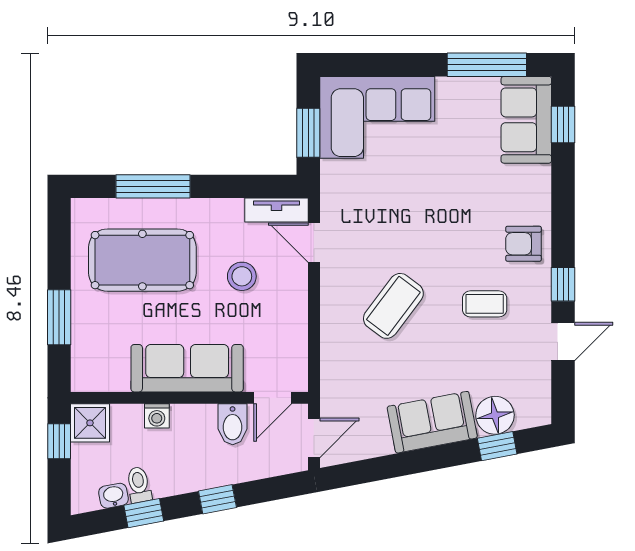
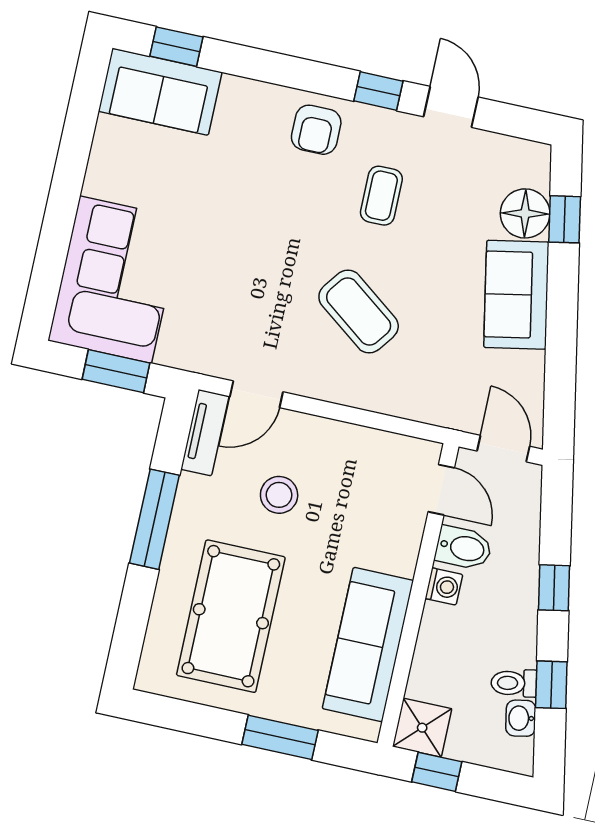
window: (487, 65) -> (80, 126), removed
window: (153, 186) -> (154, 519), moved
sofa: (187, 368) -> (368, 645), moved
washing machine: (157, 416) -> (444, 586), moved

